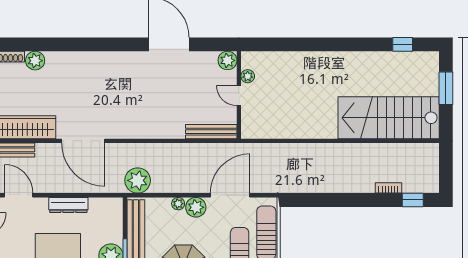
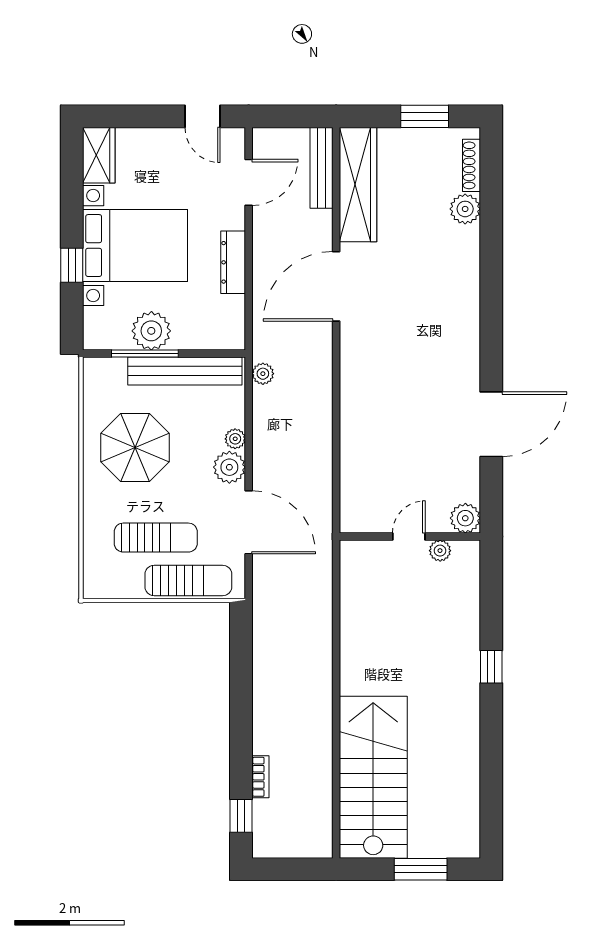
window: (403, 44) -> (491, 667), moved
bench: (211, 132) -> (351, 492), removed
plant: (138, 180) -> (263, 374), width x0.53, depth x0.53

